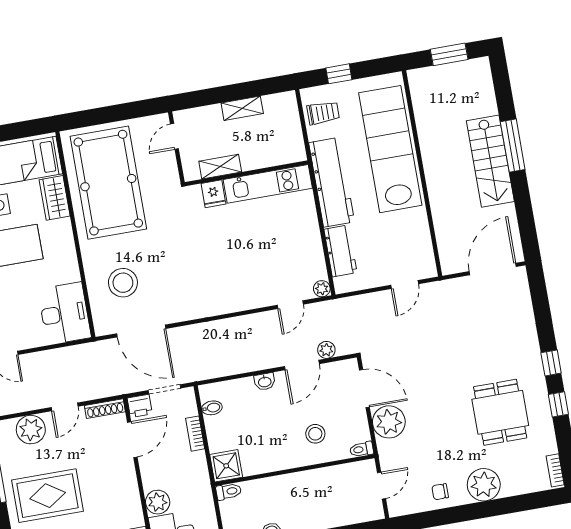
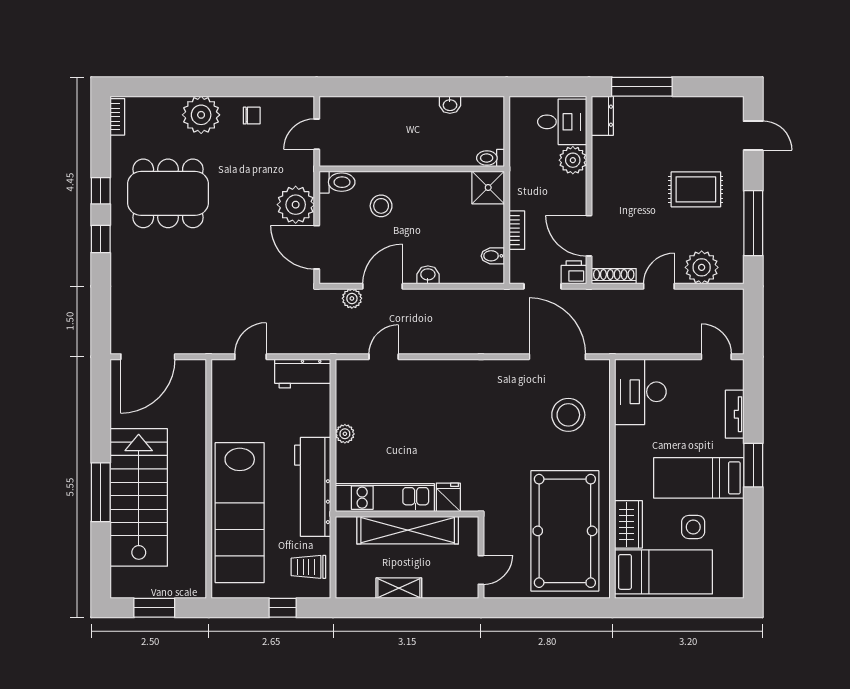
stairs: (490, 161) -> (139, 497), width x1.36, depth x1.51
shelving: (220, 167) -> (408, 530), width x2.20, depth x1.33
workbench: (340, 251) -> (303, 373), moved, turned -90
plant: (322, 289) -> (345, 434), moved
dining table: (500, 412) -> (168, 193), width x1.38
door: (132, 440) -> (589, 236), hinge flipped
toilet: (362, 449) -> (337, 182), width x1.37, depth x1.39
rug: (48, 496) -> (696, 189), width x0.73, depth x0.70

